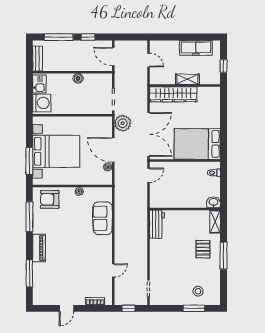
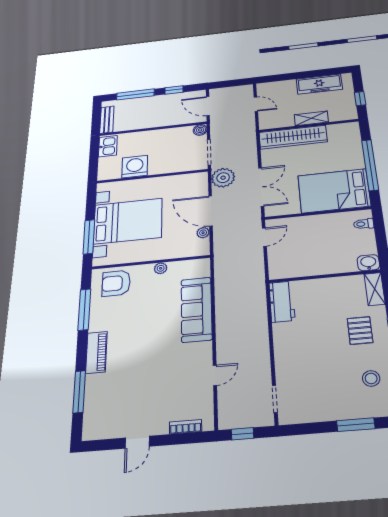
boiler: (78, 78) -> (200, 130), moved
washing machine: (42, 103) -> (135, 167), moved, turned -90
window: (224, 126) -> (370, 165), added
double door: (149, 134) -> (261, 187), width x0.73
sofa: (103, 218) -> (196, 309), width x1.36
stool: (198, 291) -> (371, 378), moved

